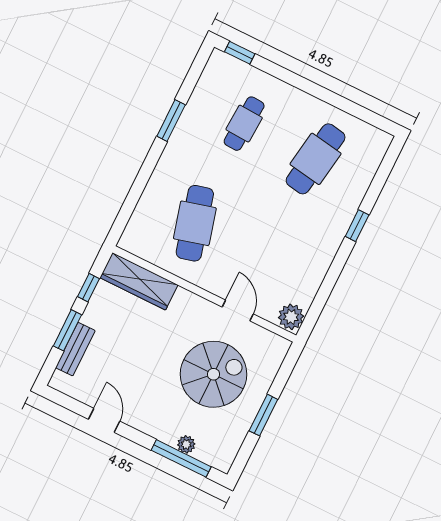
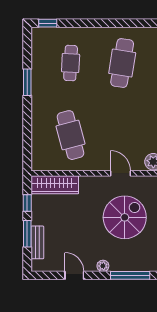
plant: (186, 444) -> (103, 266), moved

